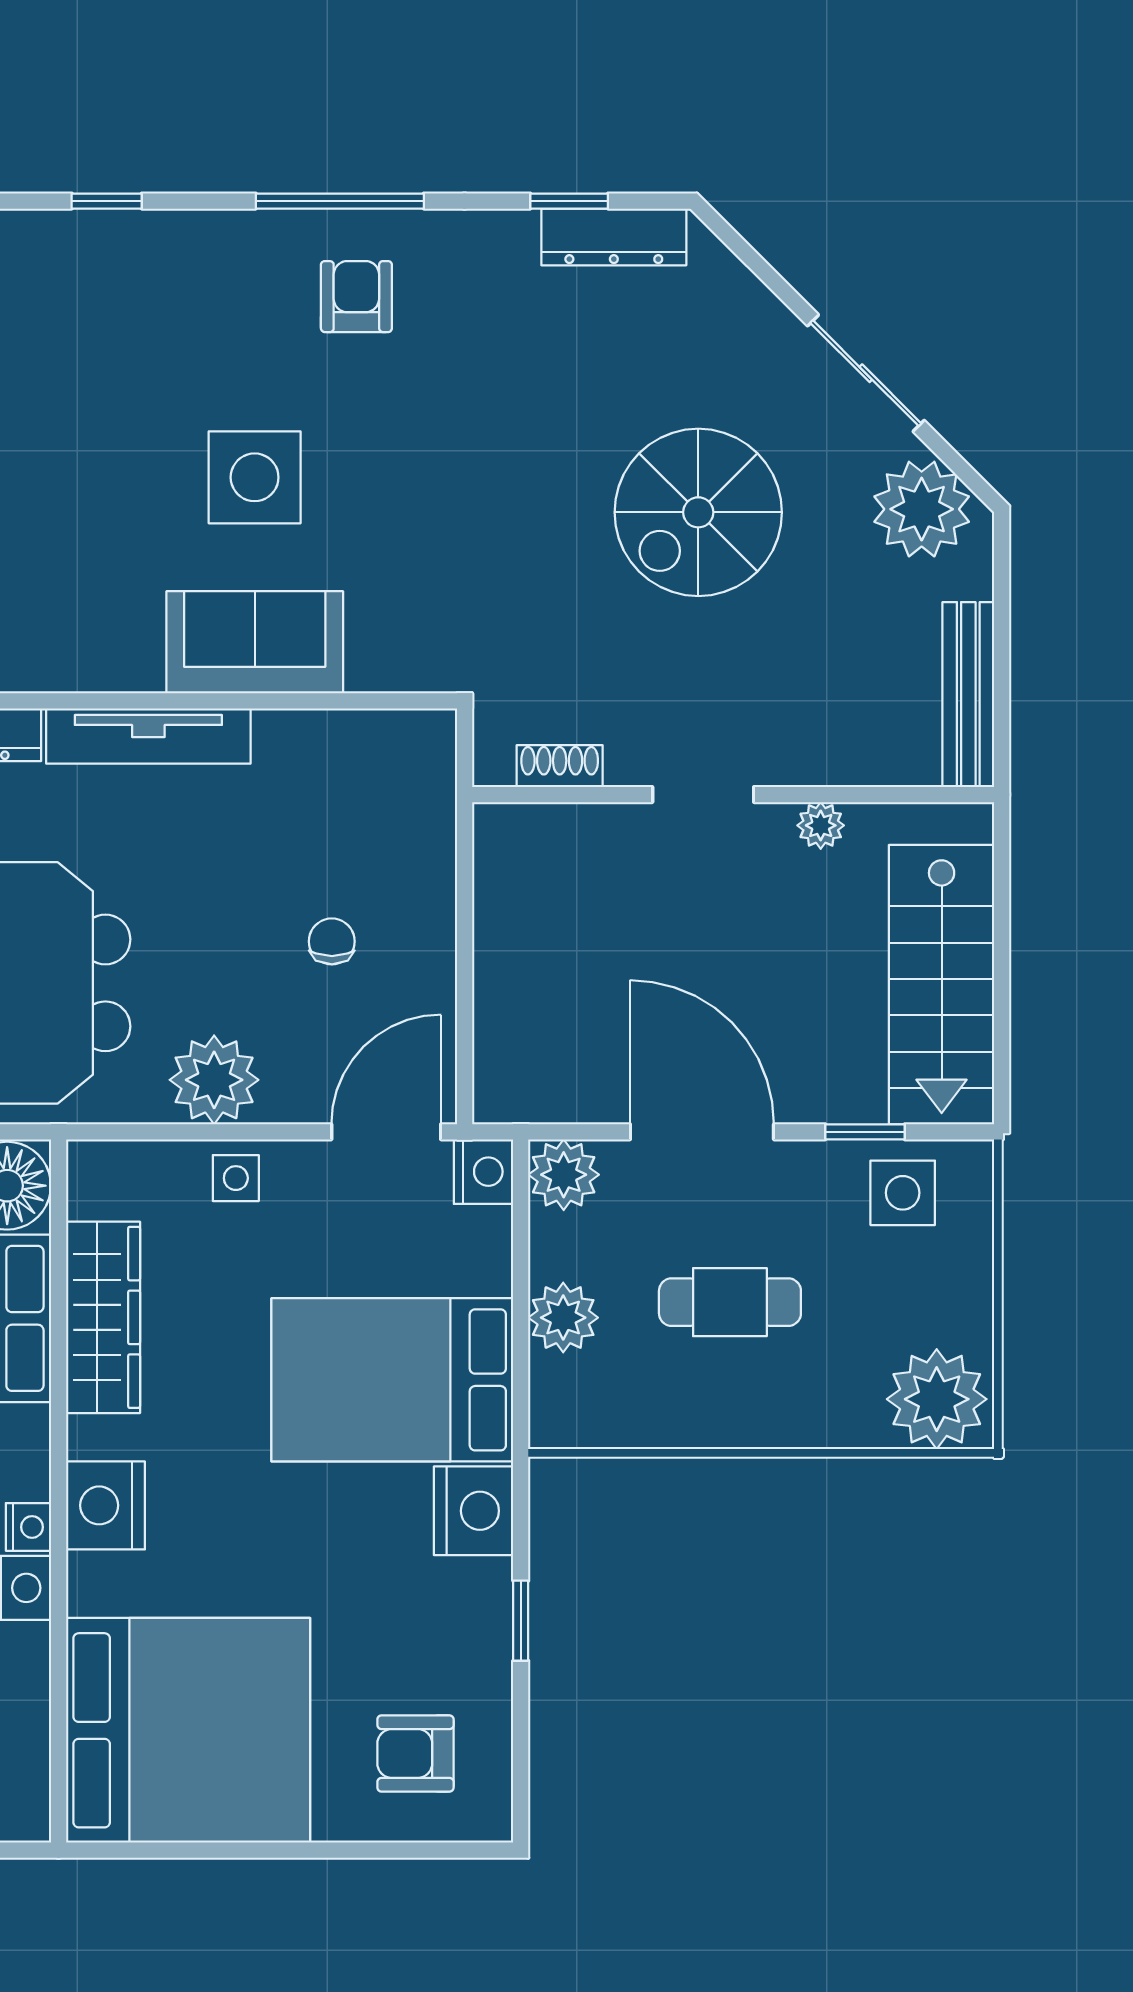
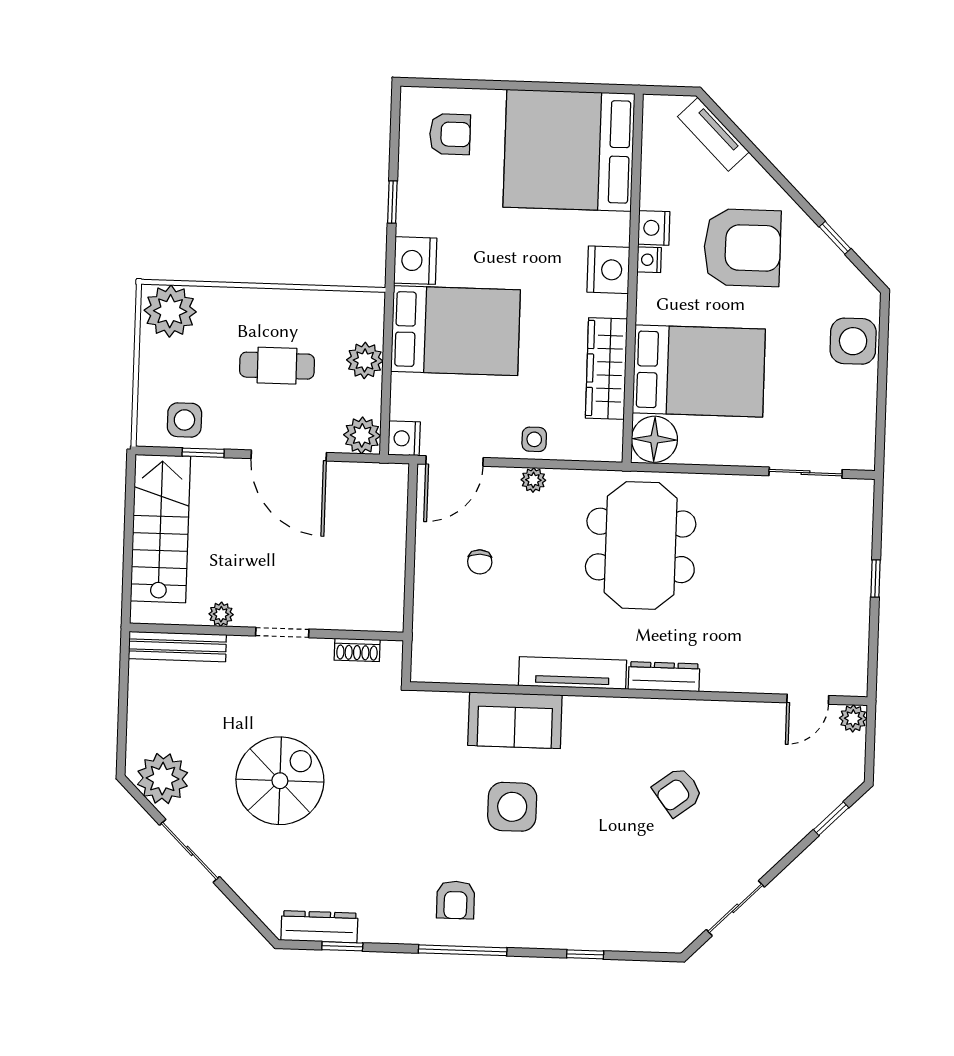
bench: (968, 695) -> (177, 647), moved, turned 90
plant: (214, 1080) -> (533, 480), width x0.53, depth x0.53

